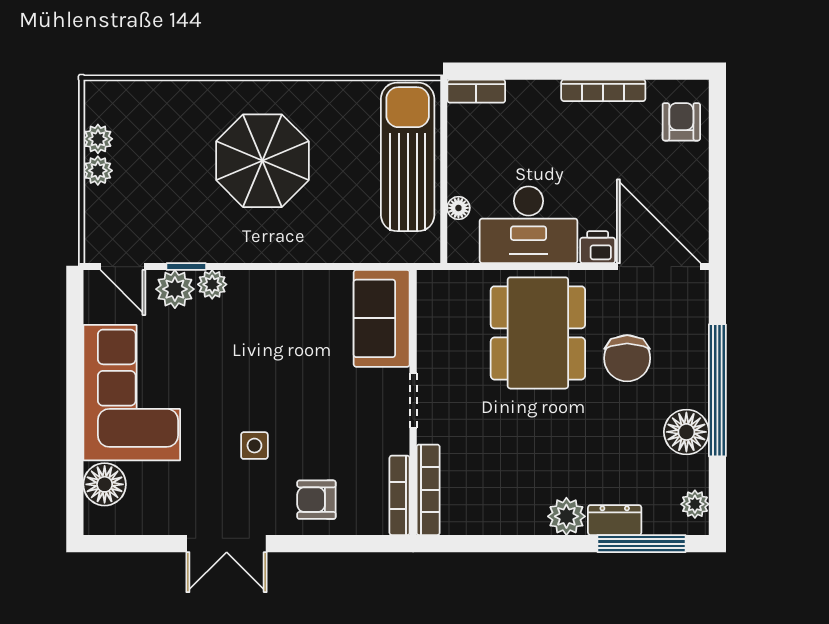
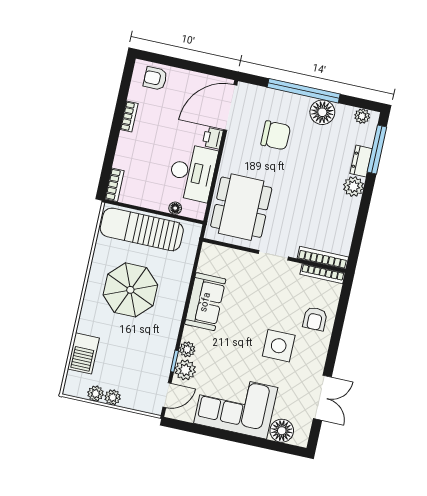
bookcase: (603, 90) -> (129, 116), width x0.64
barbecue: (164, 102) -> (83, 353), added
parasol: (262, 161) -> (130, 290), moved
sofa: (382, 318) -> (205, 302), moved, turned -90
dining table: (538, 333) -> (241, 207), moved, turned 90
side table: (254, 446) -> (279, 346), width x1.87, depth x1.87
double door: (227, 544) -> (322, 398), moved

